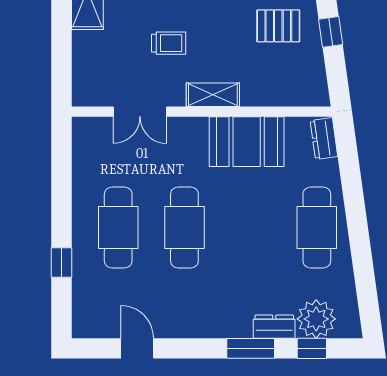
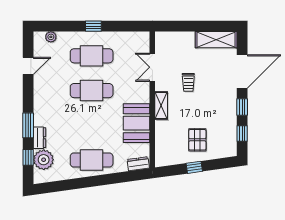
window: (61, 263) -> (93, 26), moved
plant: (82, 305) -> (51, 37), added

